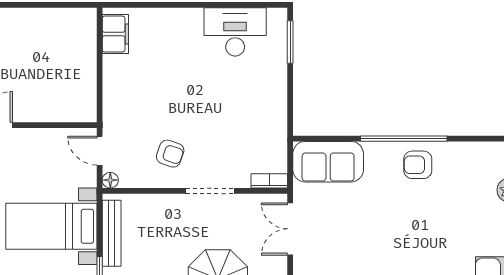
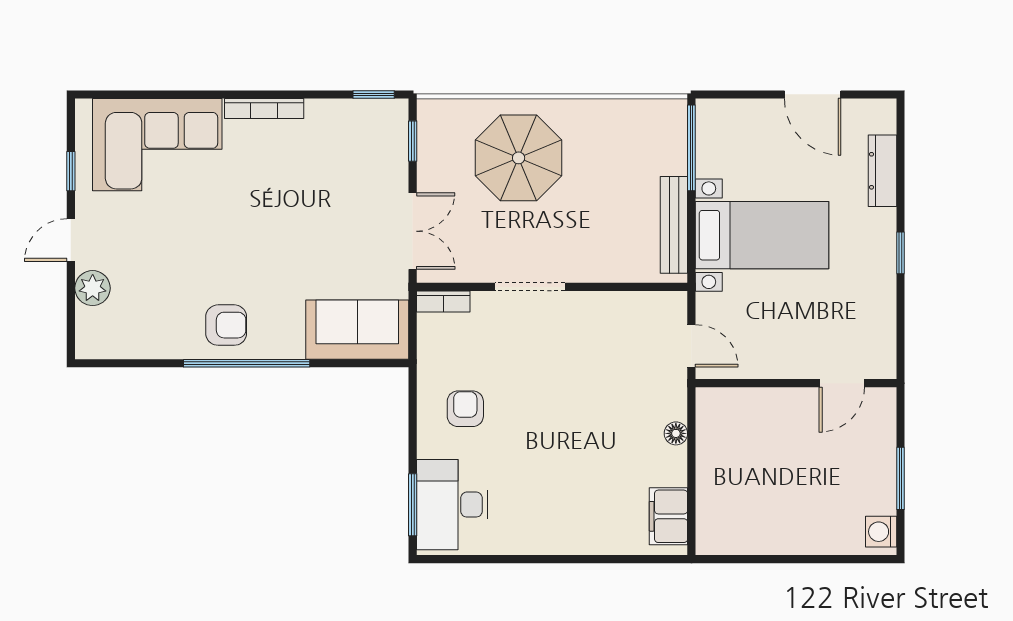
desk: (235, 32) -> (452, 505), moved, turned 90
armchair: (170, 154) -> (465, 409), moved, turned 71
floor lamp: (110, 180) -> (676, 433), moved

